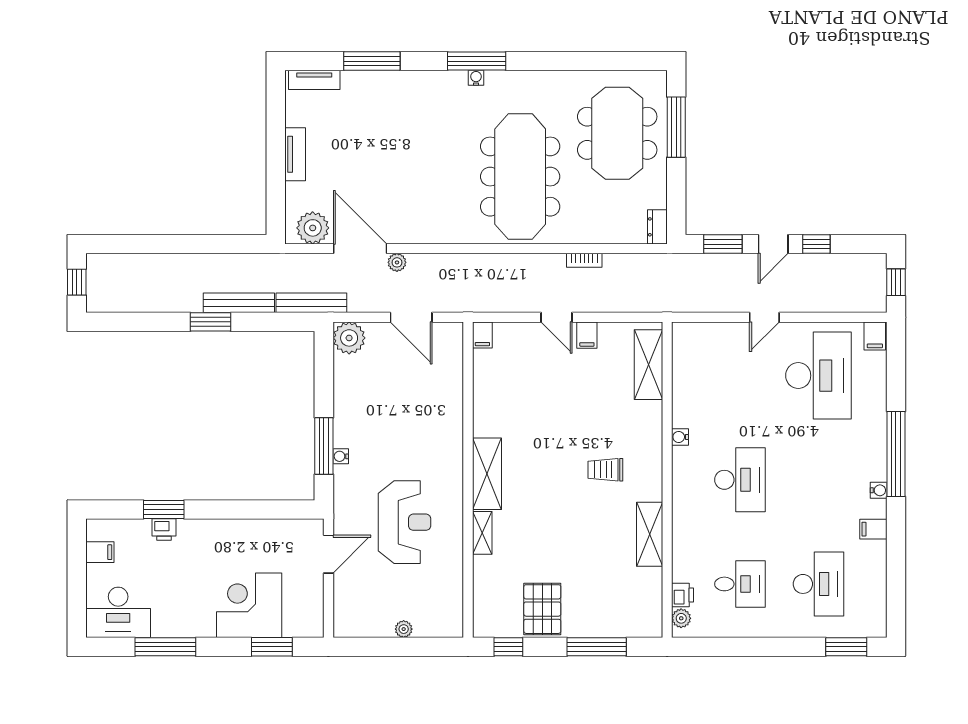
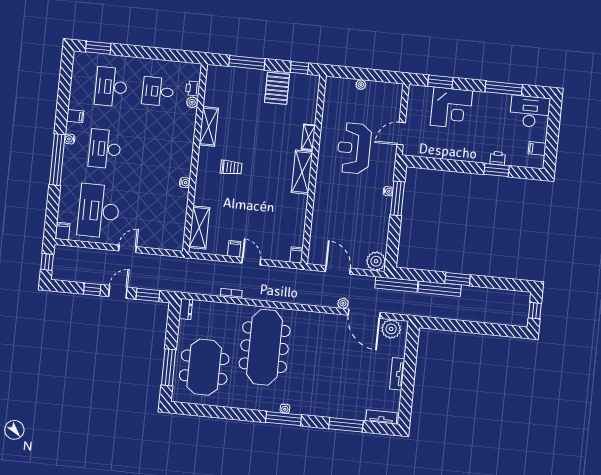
desk: (740, 480) -> (105, 149), moved
plant: (681, 618) -> (192, 102), moved

